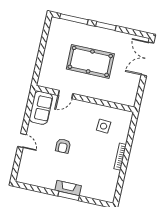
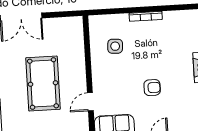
door: (66, 94) -> (90, 102), swing flipped

